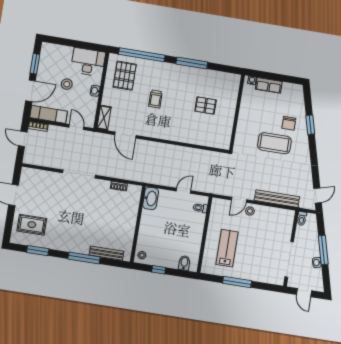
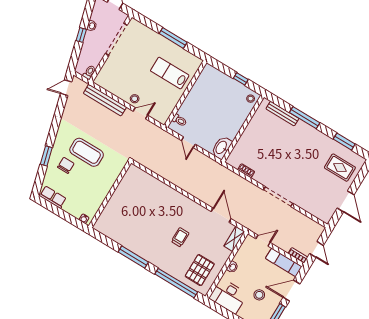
stool: (67, 84) -> (259, 295), moved
row of seats: (269, 85) -> (53, 197), moved
pallet: (206, 105) -> (136, 213), removed
door: (76, 127) -> (263, 241), swing flipped
door: (183, 191) -> (188, 142), hinge flipped
lab bench: (227, 248) -> (170, 73), turned 90
window: (323, 250) -> (81, 35), width x0.46
bidet: (184, 263) -> (215, 76), removed

